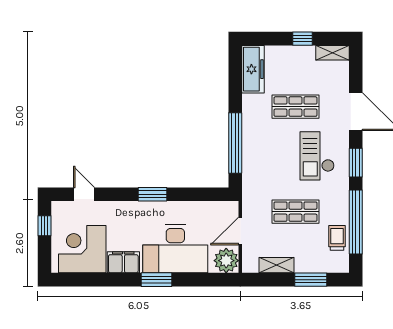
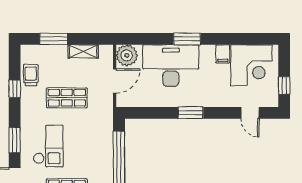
window: (356, 222) -> (15, 89), width x0.32
trolley: (337, 238) -> (31, 75), turned 180
filing cabinet: (123, 262) -> (223, 54), width x0.50

